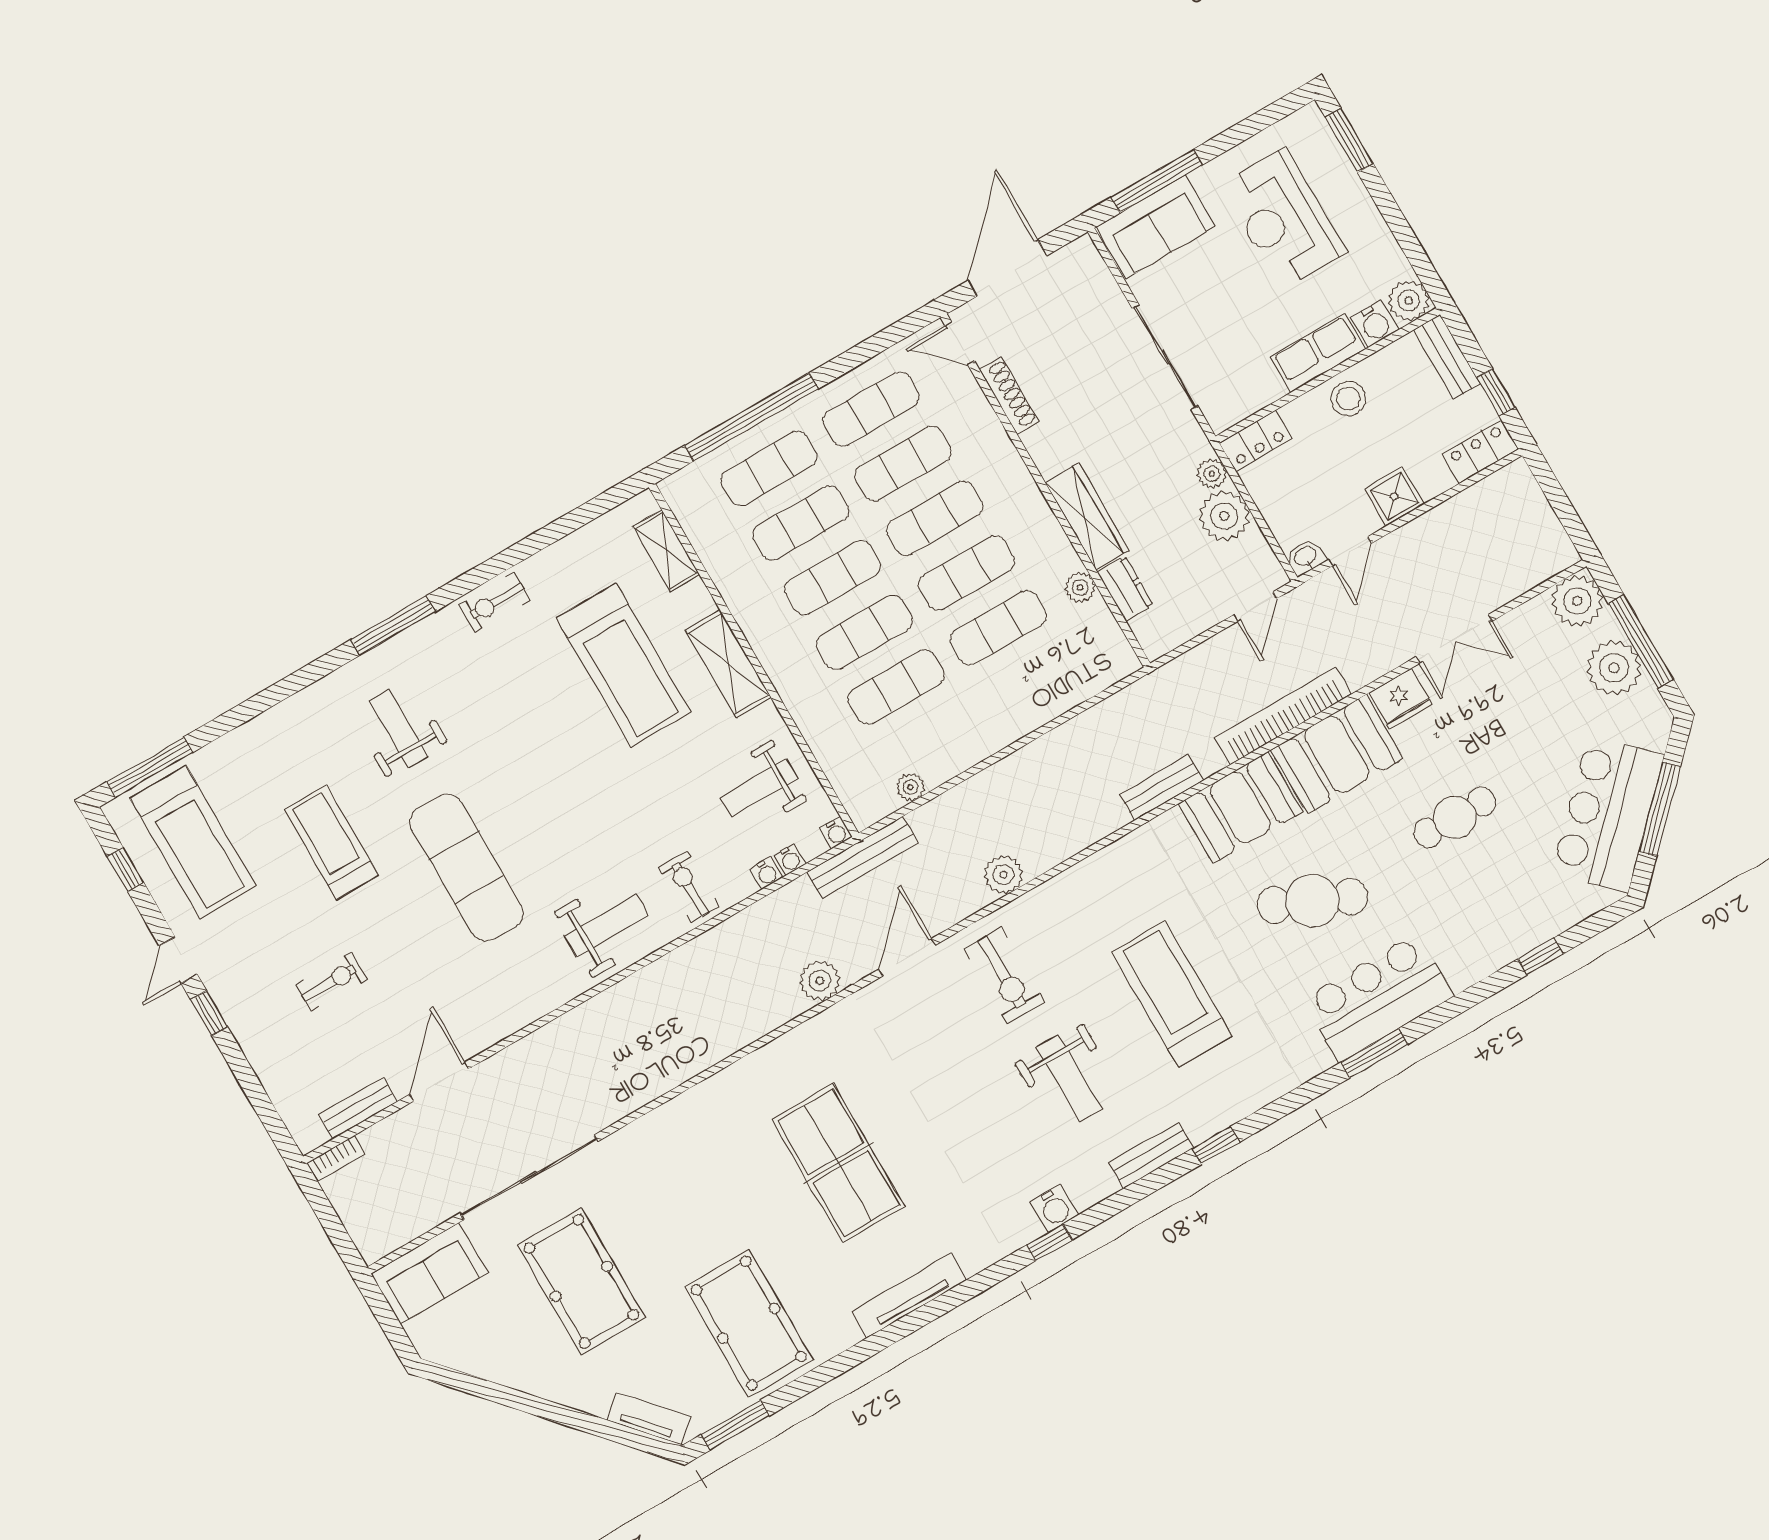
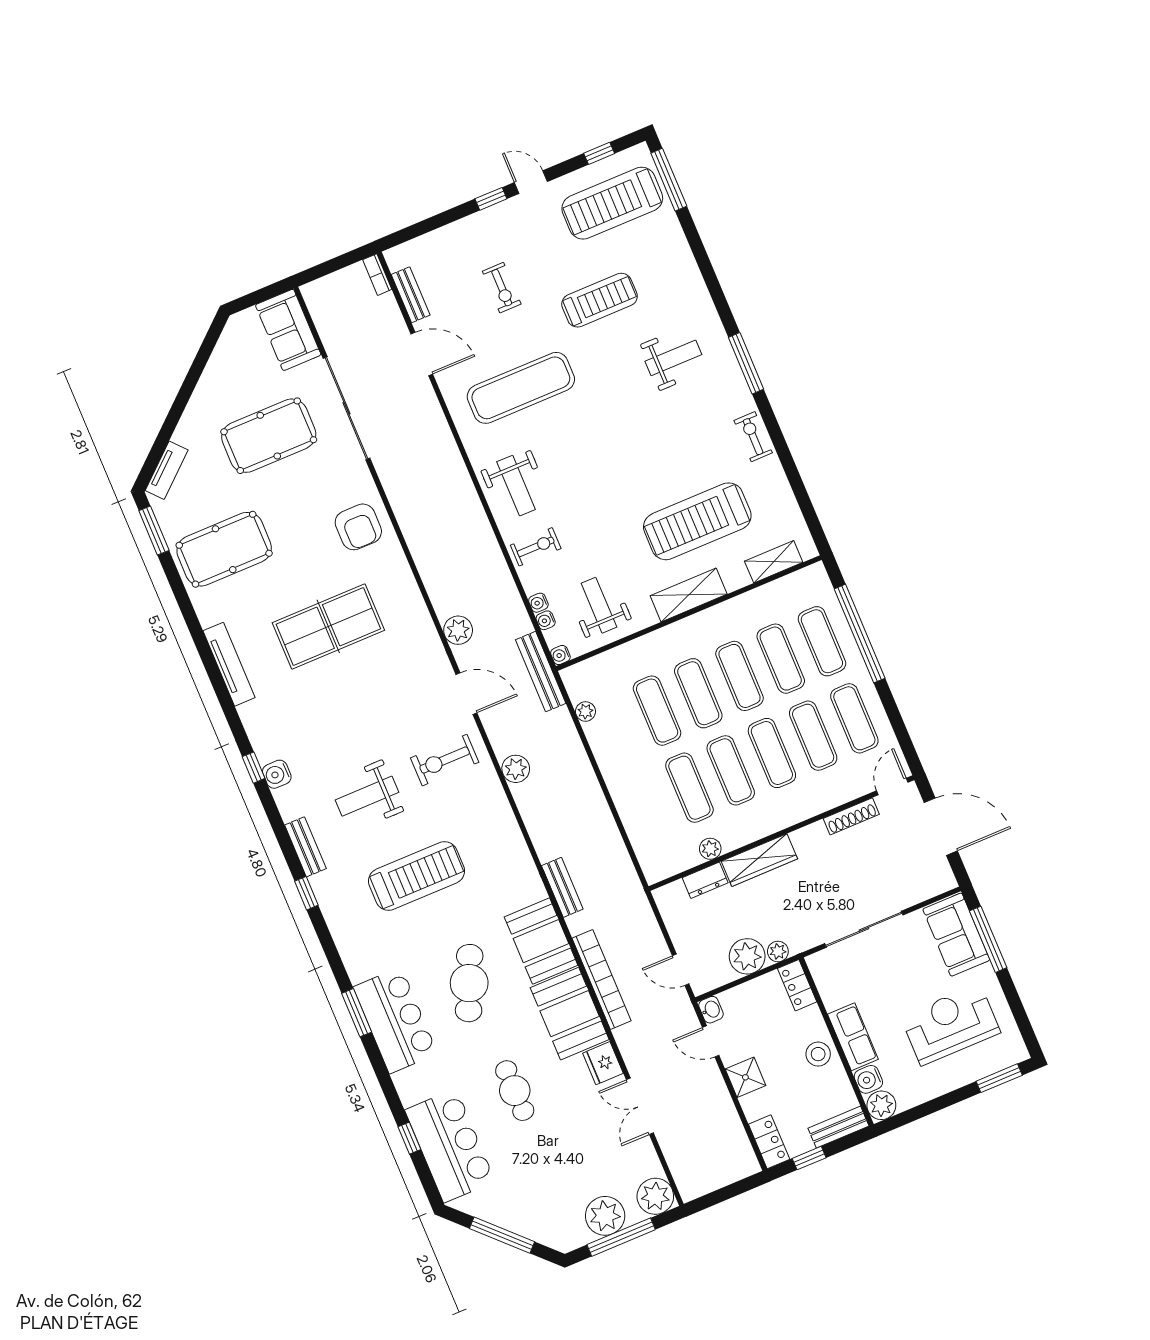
bar counter: (1608, 814) -> (450, 1146), moved, turned 45
exercise mat: (467, 867) -> (521, 388), moved
armchair: (693, 1139) -> (358, 527), added

